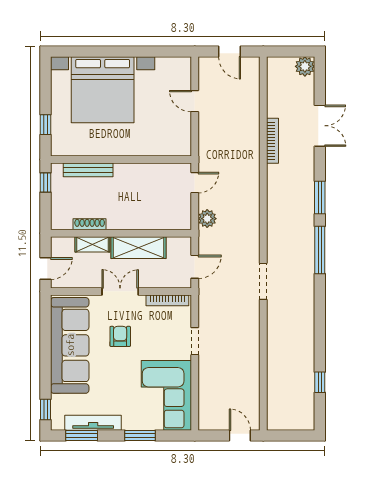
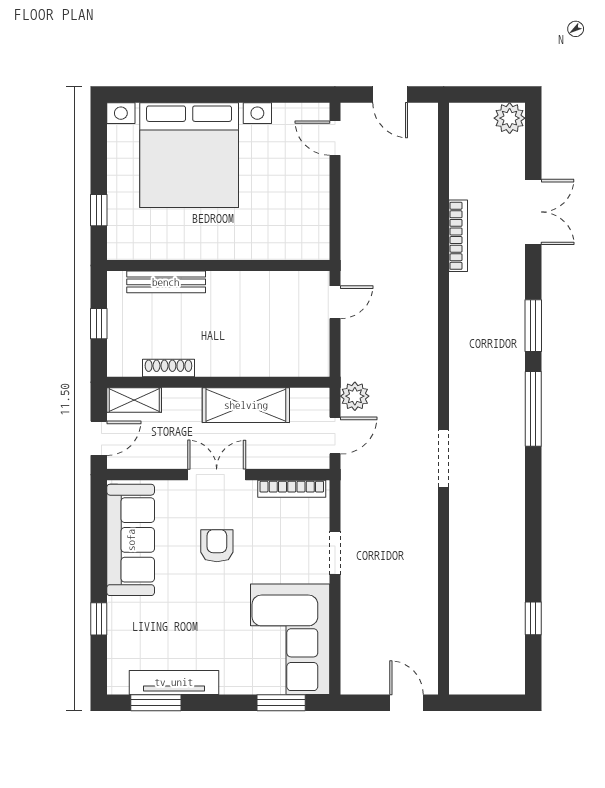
door: (195, 101) -> (335, 138), moved
window: (46, 183) -> (99, 324), moved
plant: (207, 219) -> (355, 396), moved
shelving: (92, 244) -> (134, 400), moved
sofa: (70, 345) -> (131, 540), width x0.74, depth x0.79
window: (46, 410) -> (99, 619), moved
window: (140, 435) -> (281, 703), moved

